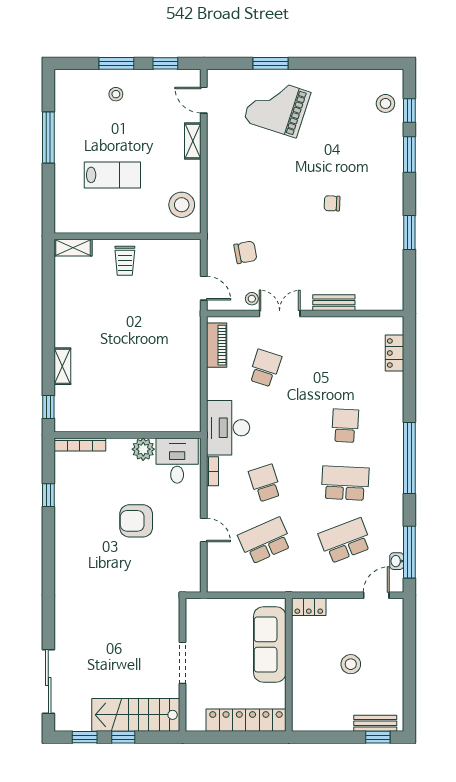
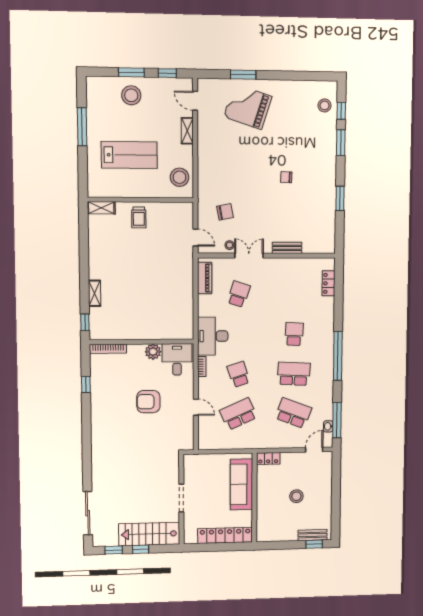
stool: (116, 94) -> (131, 95), width x1.89, depth x1.89
lab bench: (112, 175) -> (129, 155), width x1.36, depth x1.39
school desk: (345, 541) -> (293, 413), turned 42

